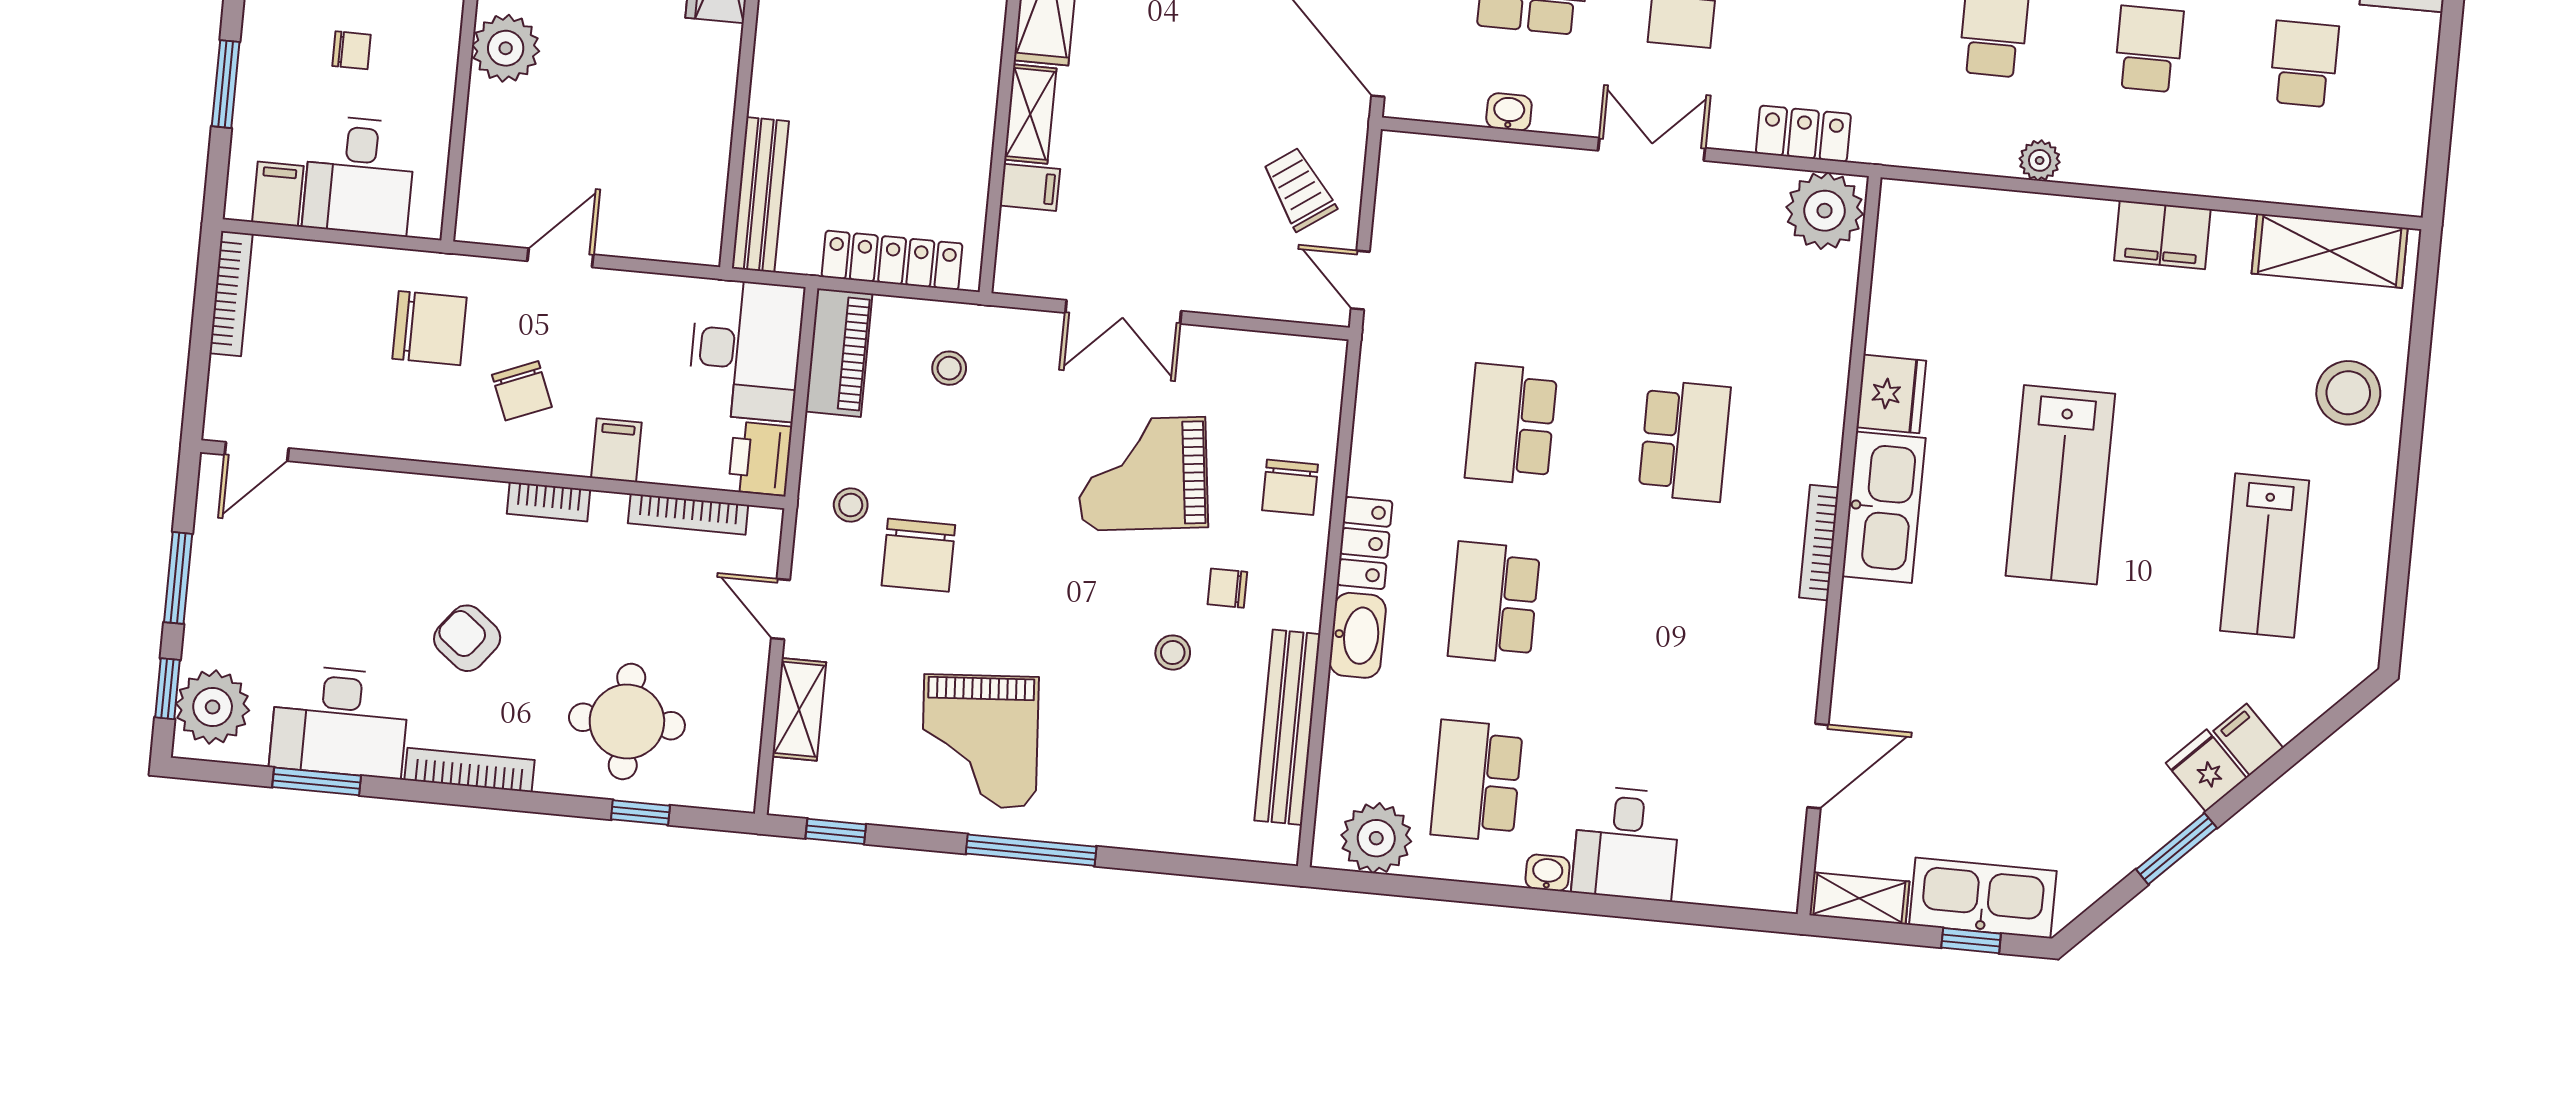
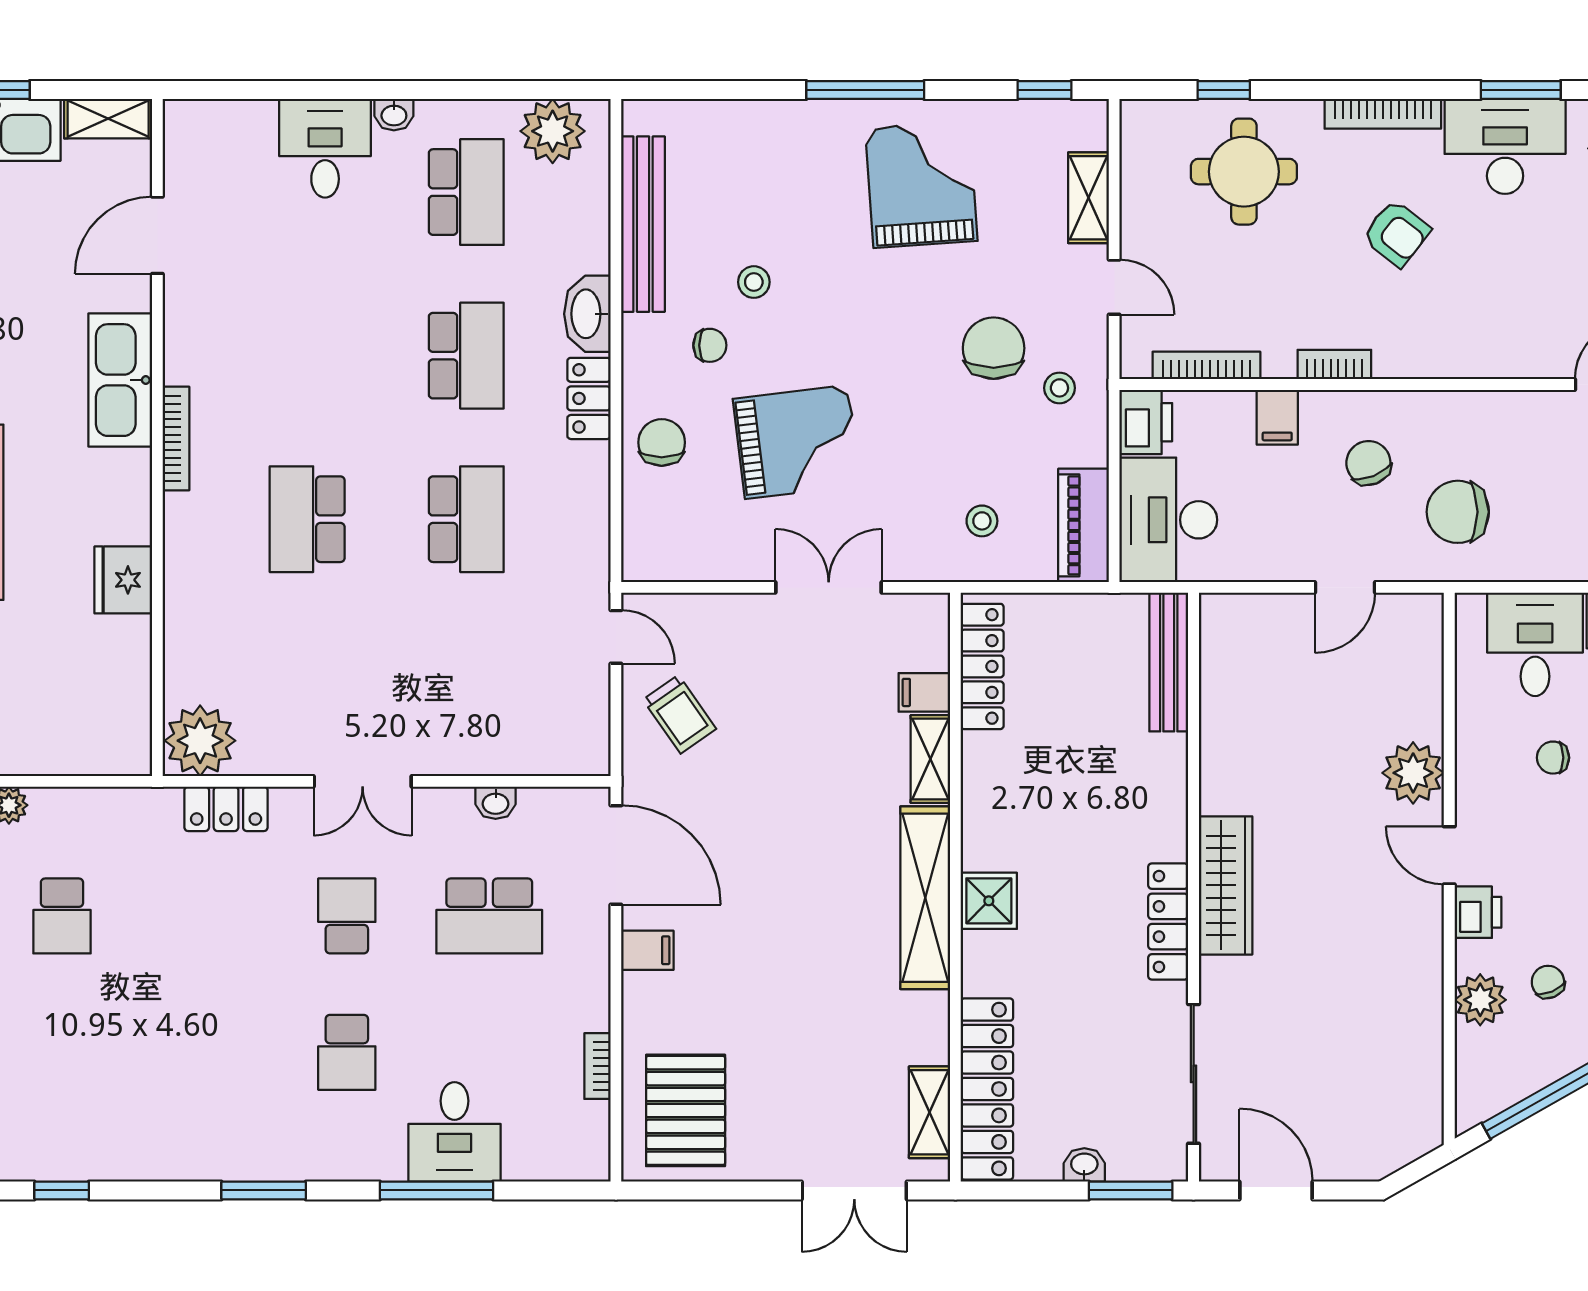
locker: (892, 260) -> (982, 666), moved, turned -90
kitchen sink: (1884, 507) -> (120, 380), moved

